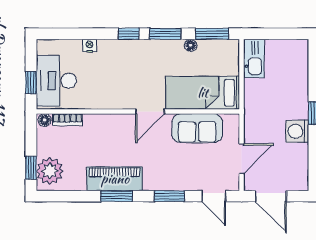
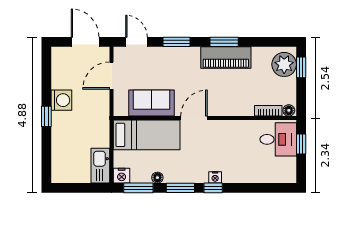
nightstand: (90, 46) -> (215, 177), moved
nightstand: (230, 47) -> (122, 176), added
desk: (56, 81) -> (278, 139), width x0.73

